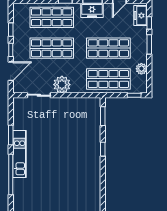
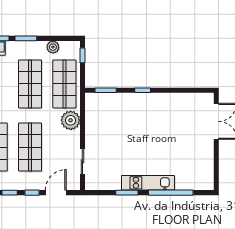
door: (11, 71) -> (56, 193), hinge flipped
plant: (62, 85) -> (71, 120), moved

